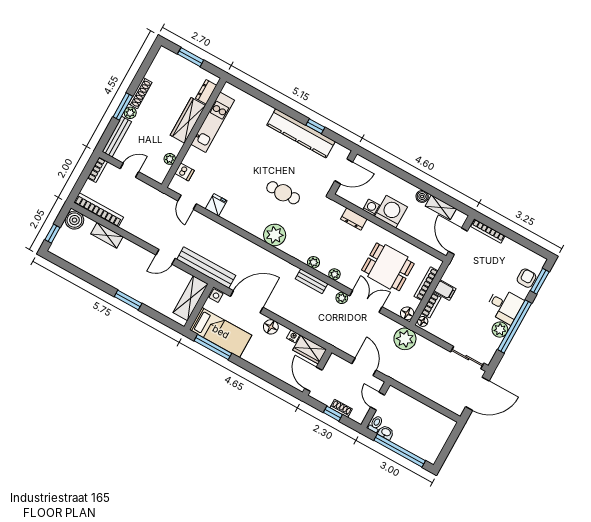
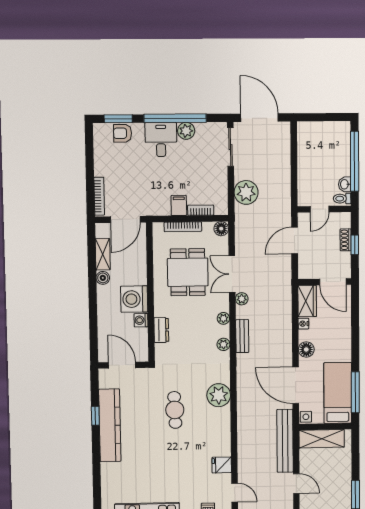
door: (187, 202) -> (235, 493), hinge flipped
floor lamp: (423, 321) -> (220, 210), removed
plant: (405, 339) -> (246, 192), moved
door: (313, 379) -> (333, 282), hinge flipped

